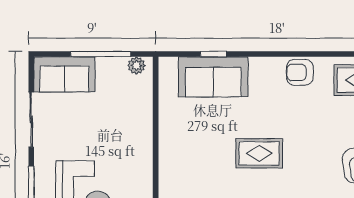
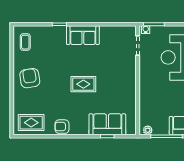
armchair: (300, 72) -> (62, 127), turned 180

